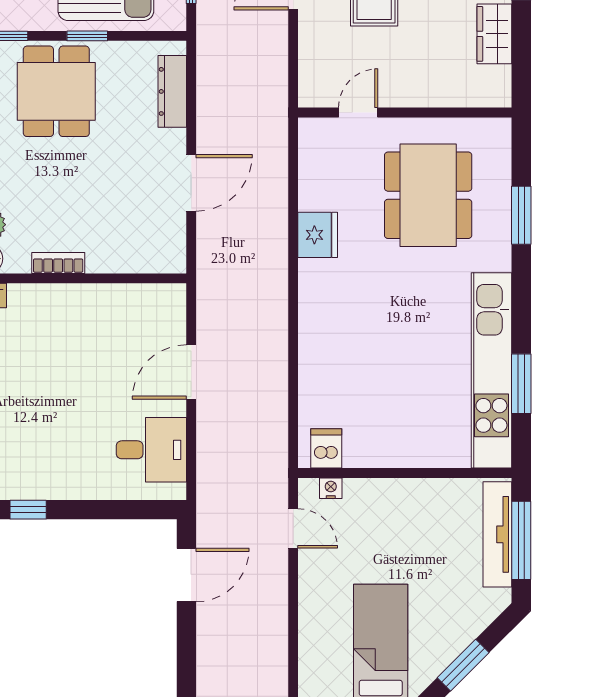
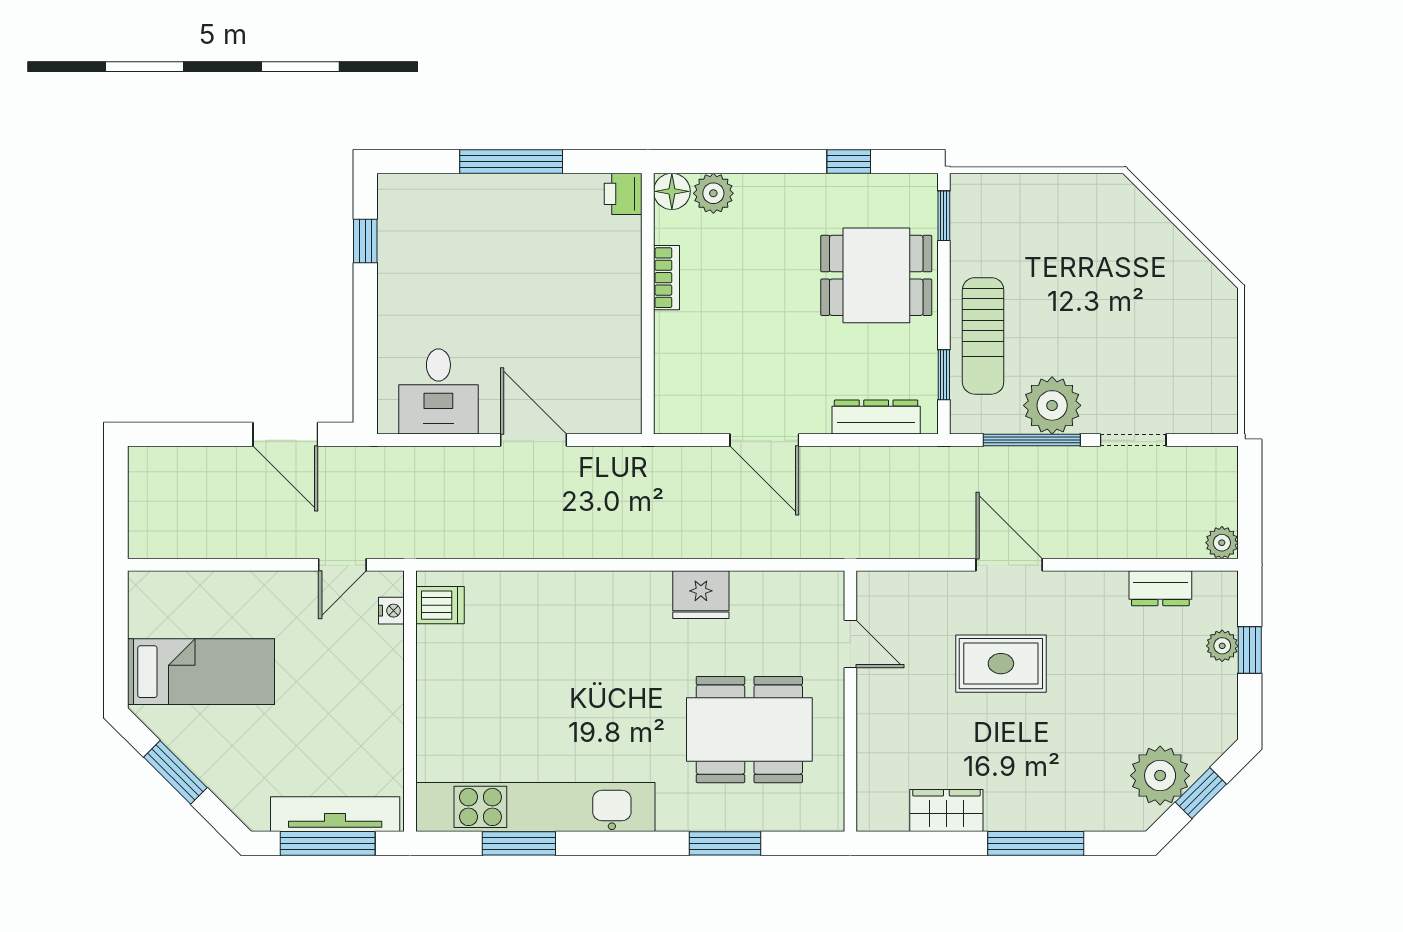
window: (87, 36) -> (944, 375), moved

